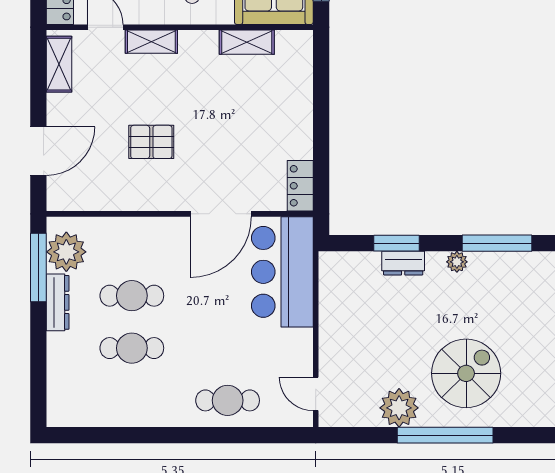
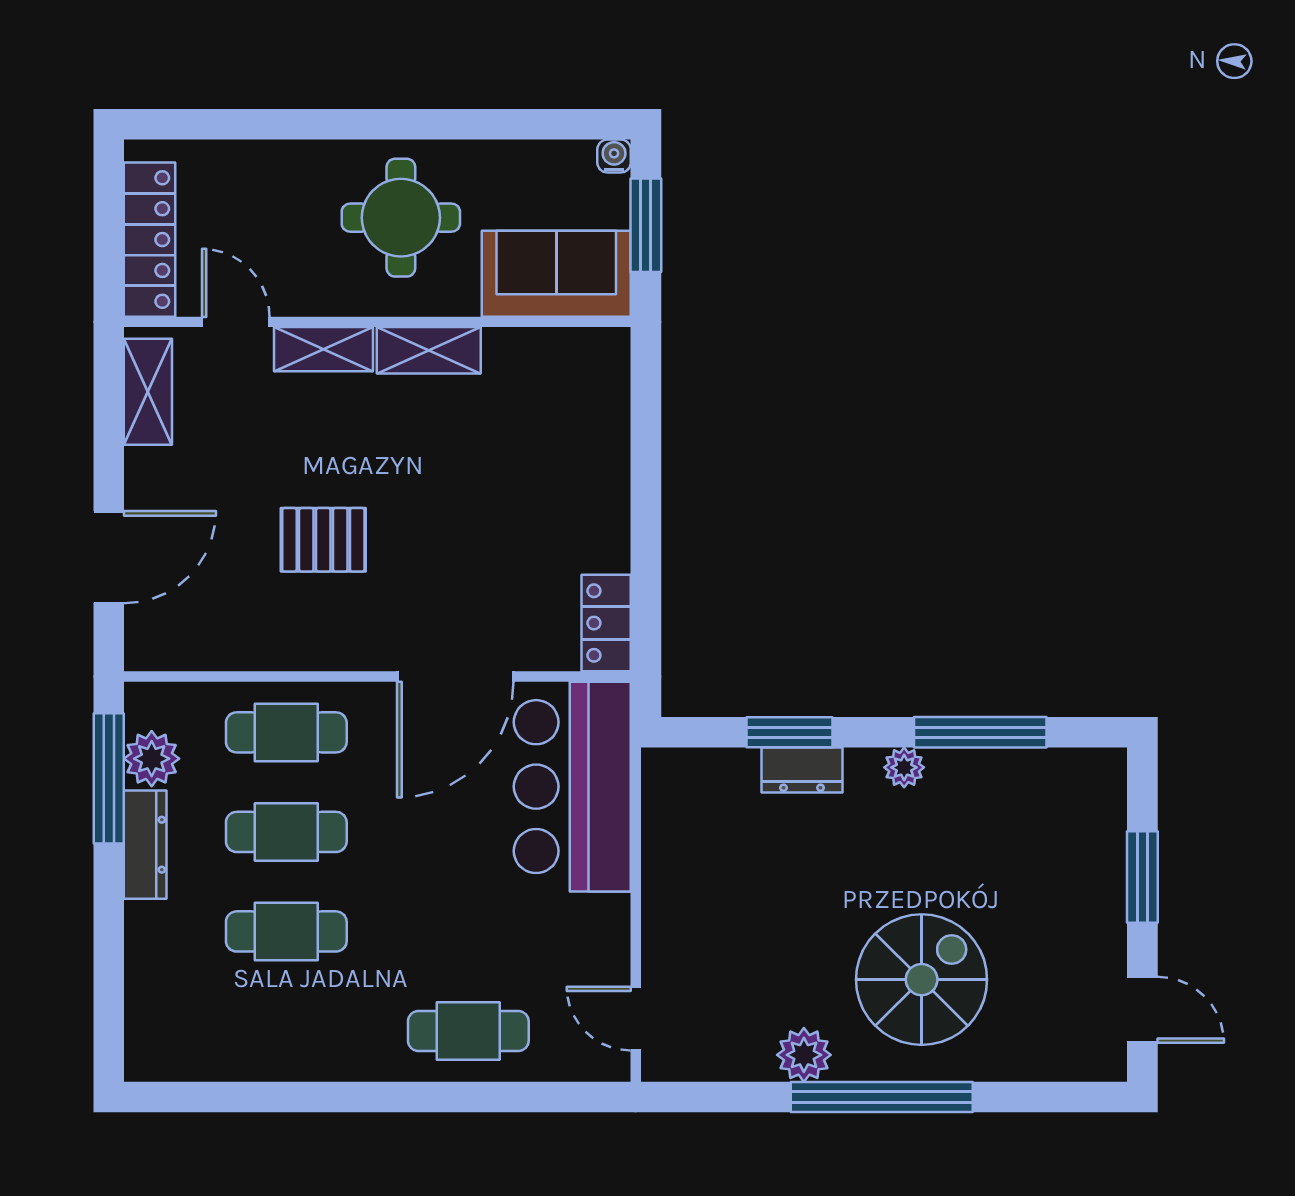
shelving: (247, 42) -> (429, 350), moved
cafe table: (132, 243) -> (286, 732), added
plant: (66, 252) -> (152, 759), width x0.73, depth x0.73
plant: (399, 408) -> (804, 1055), width x0.73, depth x0.73

